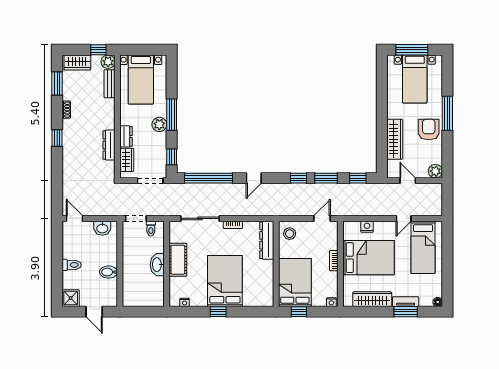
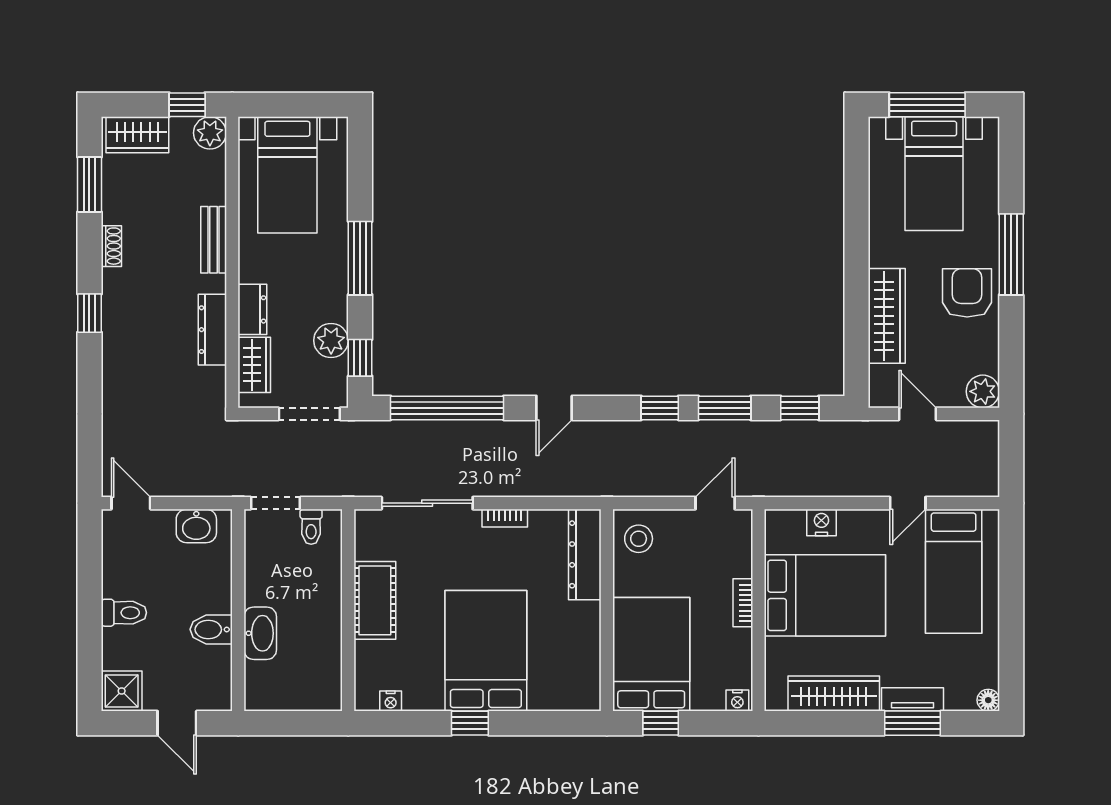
bench: (110, 84) -> (214, 240), moved
plant: (159, 124) -> (331, 340), moved
washbasin: (157, 265) -> (260, 633), moved, turned 180

